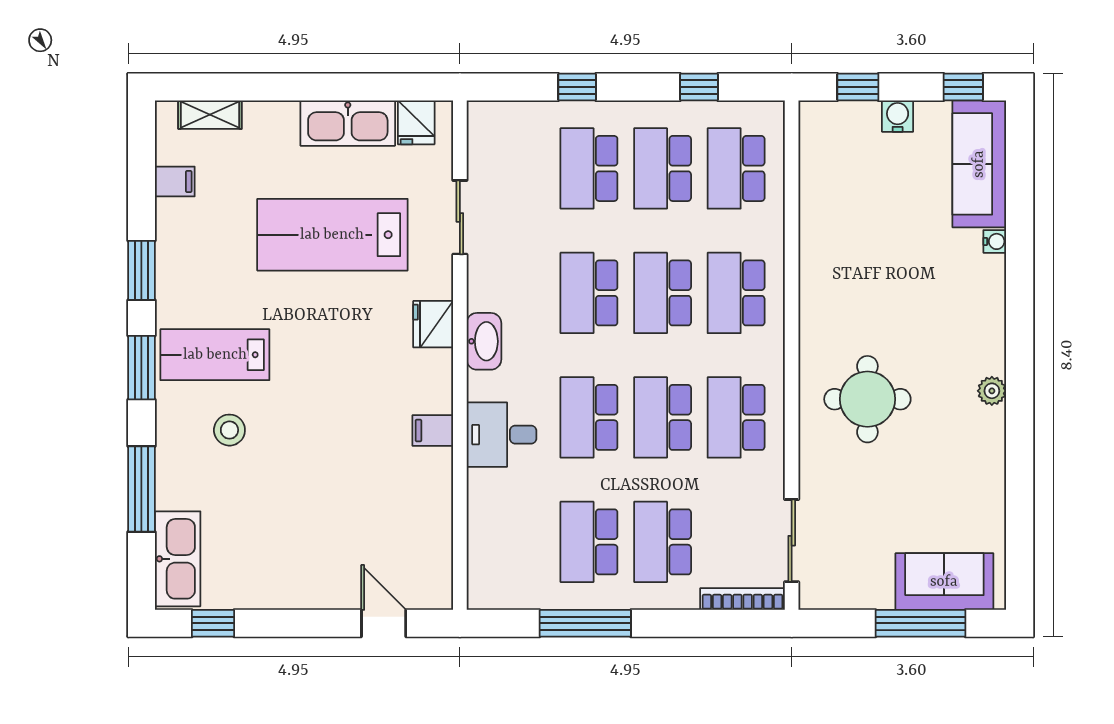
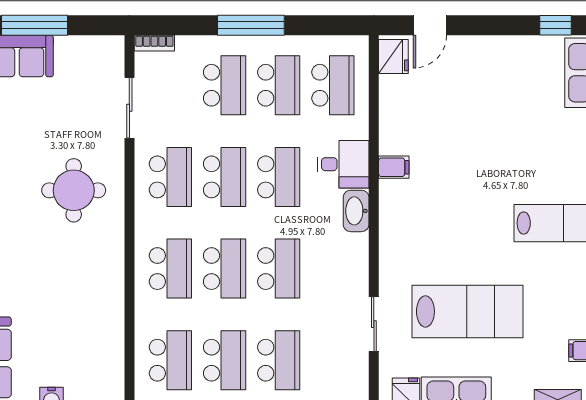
fridge: (433, 324) -> (393, 56), moved
washbasin: (484, 341) -> (356, 211), moved
stool: (229, 430) -> (543, 168), removed
sliding door: (792, 541) -> (129, 108), moved
school desk: (515, 542) -> (333, 85), added
bookcase: (743, 599) -> (154, 43), width x0.64
door: (384, 623) -> (430, 25), hinge flipped
window: (585, 623) -> (251, 25), moved

